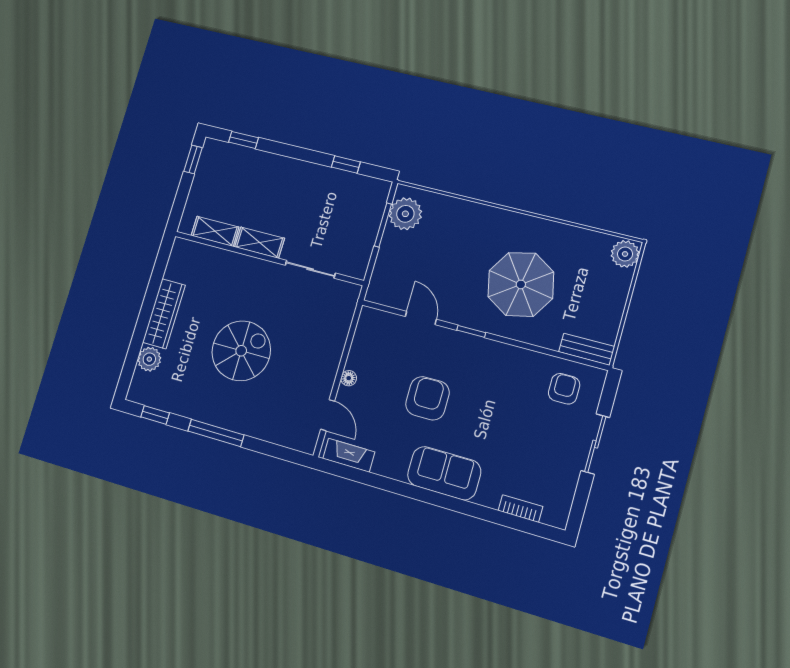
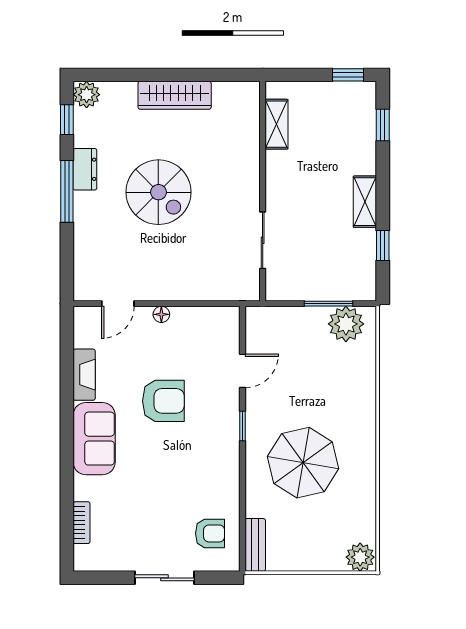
shelving: (260, 243) -> (365, 202), moved
plant: (149, 359) -> (87, 95), moved
dresser: (202, 411) -> (85, 169), added
fireplace: (349, 455) -> (84, 375), moved

